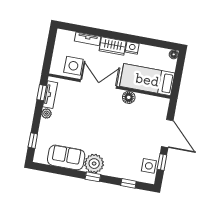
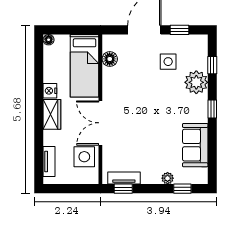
tv unit: (88, 39) -> (49, 161), moved
floor lamp: (129, 97) -> (110, 59), moved
plant: (47, 114) -> (168, 178), moved
plant: (94, 164) -> (196, 82), moved
side table: (149, 166) -> (168, 62), moved

